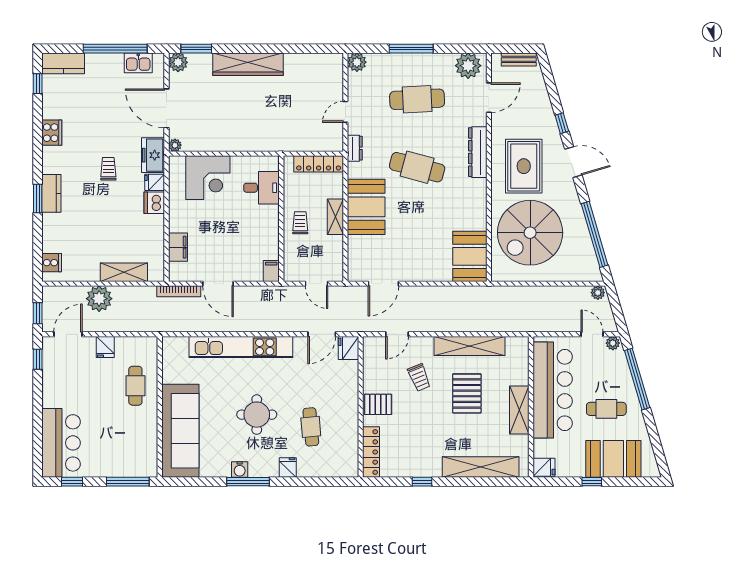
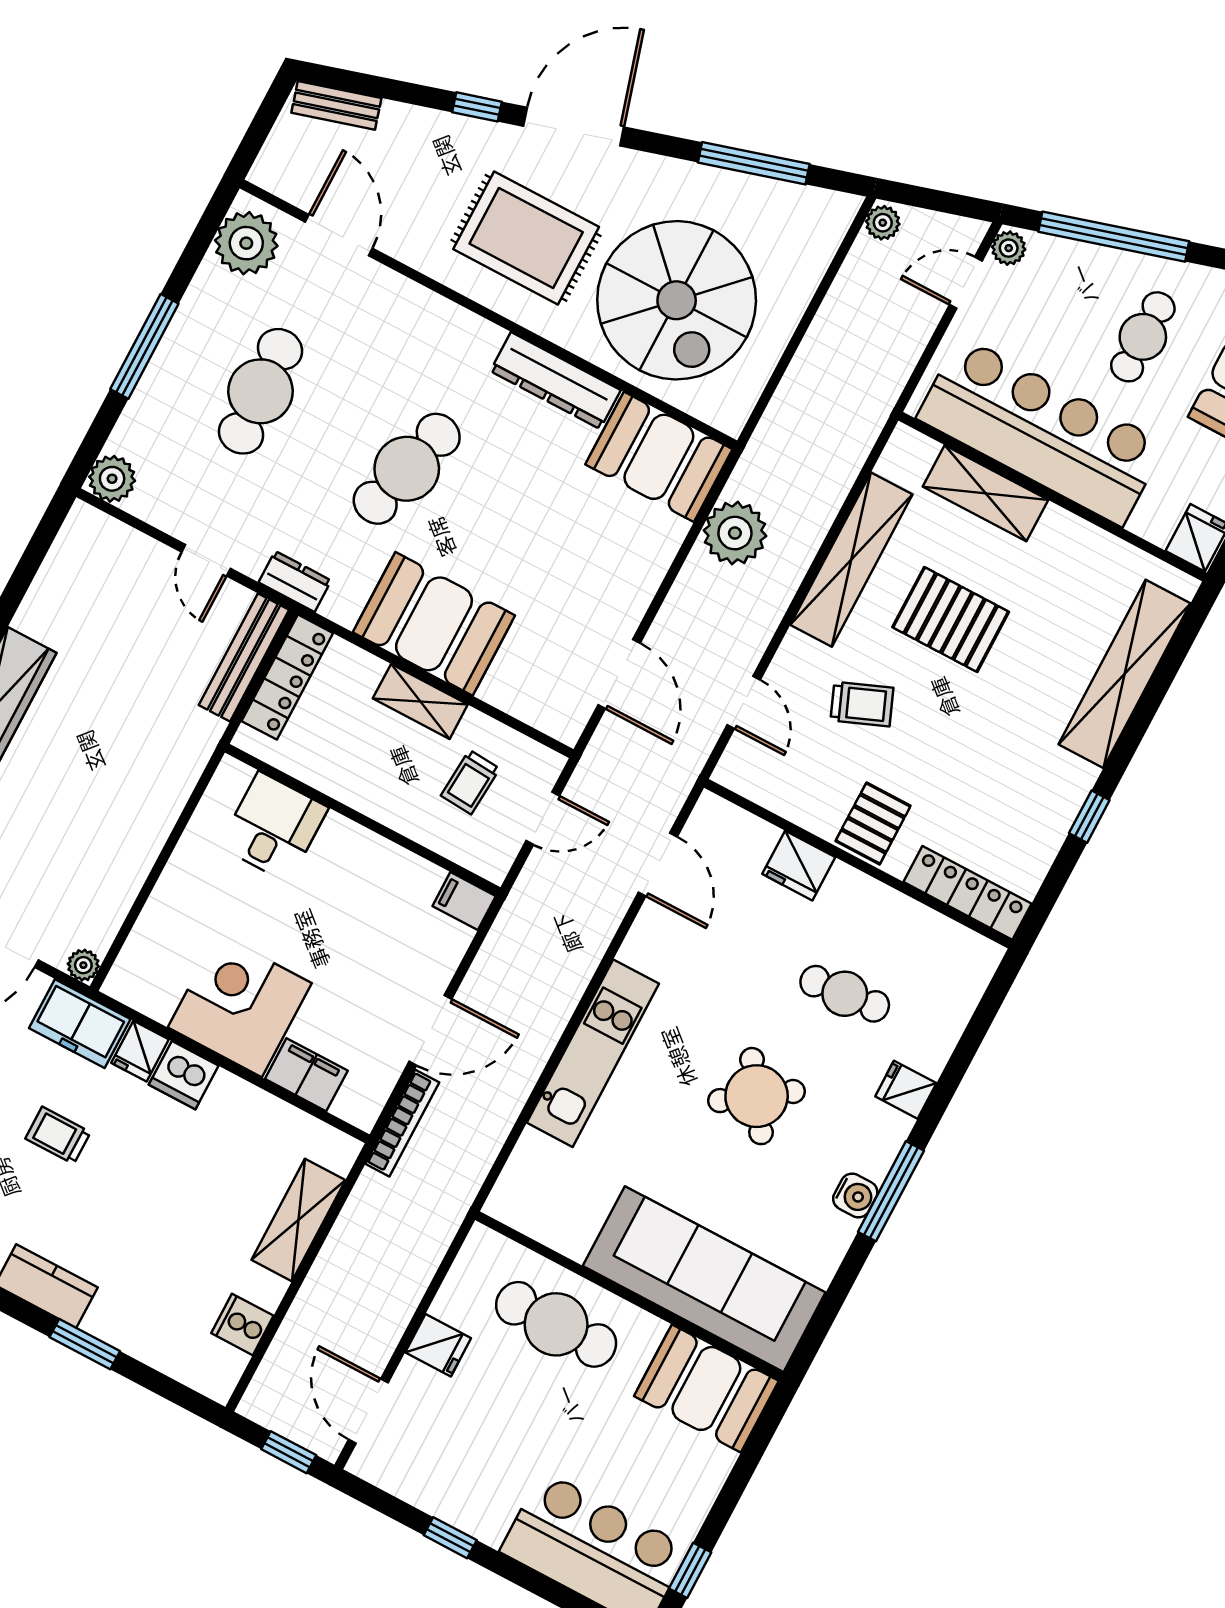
bench: (519, 59) -> (336, 105), moved, turned 74
bench: (317, 144) -> (244, 657), added
dresser: (478, 152) -> (556, 381), moved
door: (573, 162) -> (574, 127), width x1.36
corner desk: (208, 178) -> (240, 1005), moved, turned -90
window: (38, 198) -> (85, 1344), moved
trolley: (300, 223) -> (470, 782), moved, turned -86
window: (595, 234) -> (754, 163), width x0.68
cooker: (52, 263) -> (242, 1324), moved, turned -90
plant: (99, 299) -> (735, 533), moved
kitchen unit: (241, 347) -> (593, 1053), width x0.73
fridge: (348, 348) -> (799, 866), moved
window: (38, 359) -> (450, 1538), moved
cafe table: (135, 386) -> (556, 1324), width x1.37, depth x1.35
shelving: (519, 410) -> (985, 493), moved
round table: (257, 415) -> (757, 1096), turned -35
booth: (141, 453) -> (706, 1388), added
window: (128, 482) -> (754, 1450), removed

